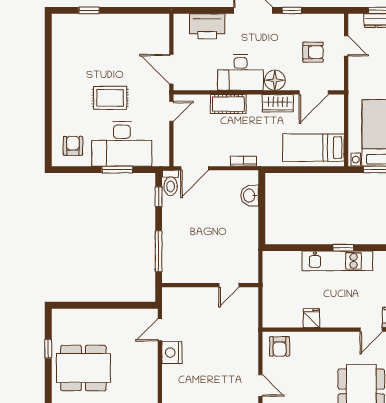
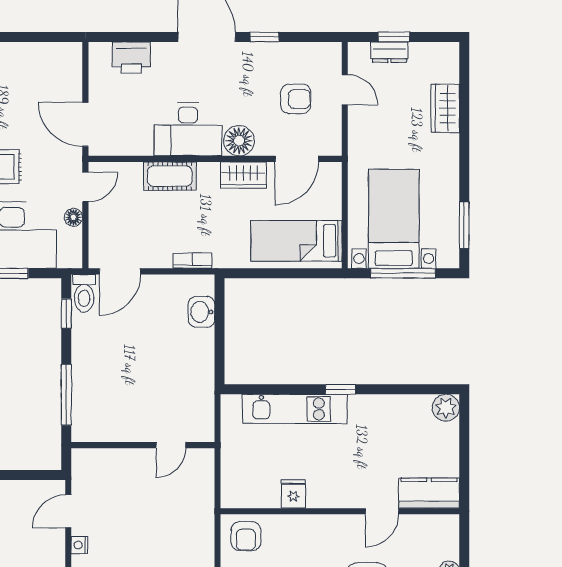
printer: (207, 26) -> (131, 58), width x0.73, depth x0.84
floor lamp: (163, 132) -> (73, 217), added
kitchen unit: (337, 261) -> (295, 409), moved
nightstand: (172, 352) -> (79, 545), width x0.53, depth x0.56

